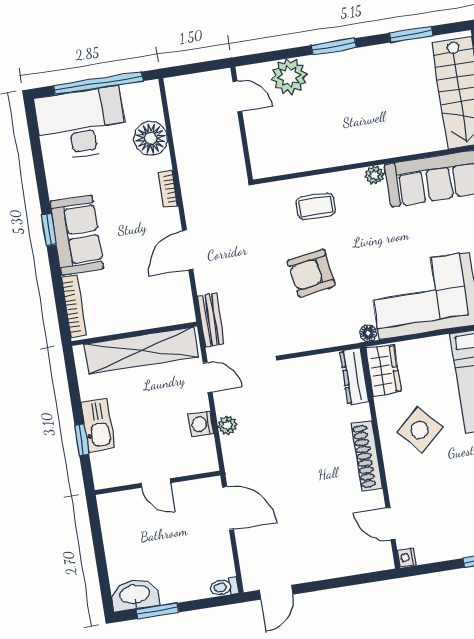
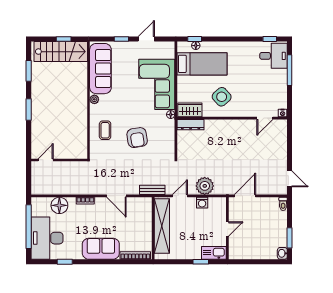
plant: (289, 76) -> (40, 133), removed
window: (49, 230) -> (65, 262), moved
kitchen sink: (98, 425) -> (214, 253), moved
plant: (227, 425) -> (205, 186), width x1.88, depth x1.88
shoe rack: (367, 456) -> (230, 124), removed
washbasin: (135, 595) -> (282, 253), width x0.52, depth x0.69

